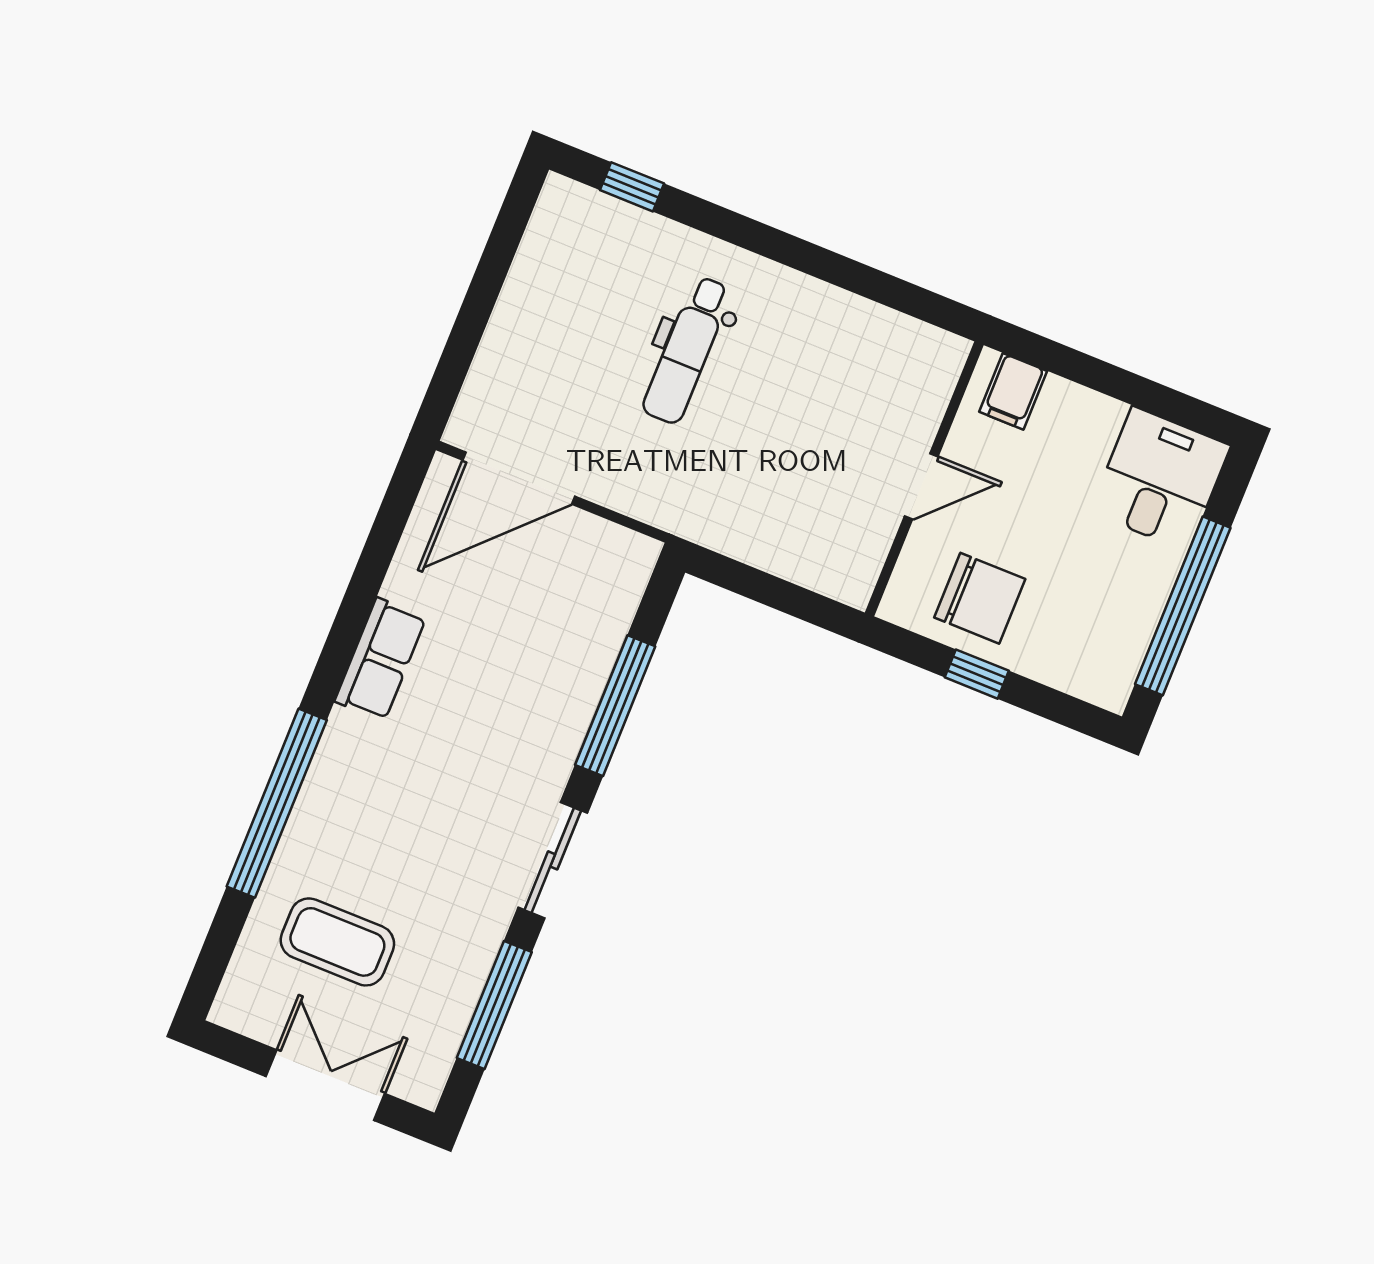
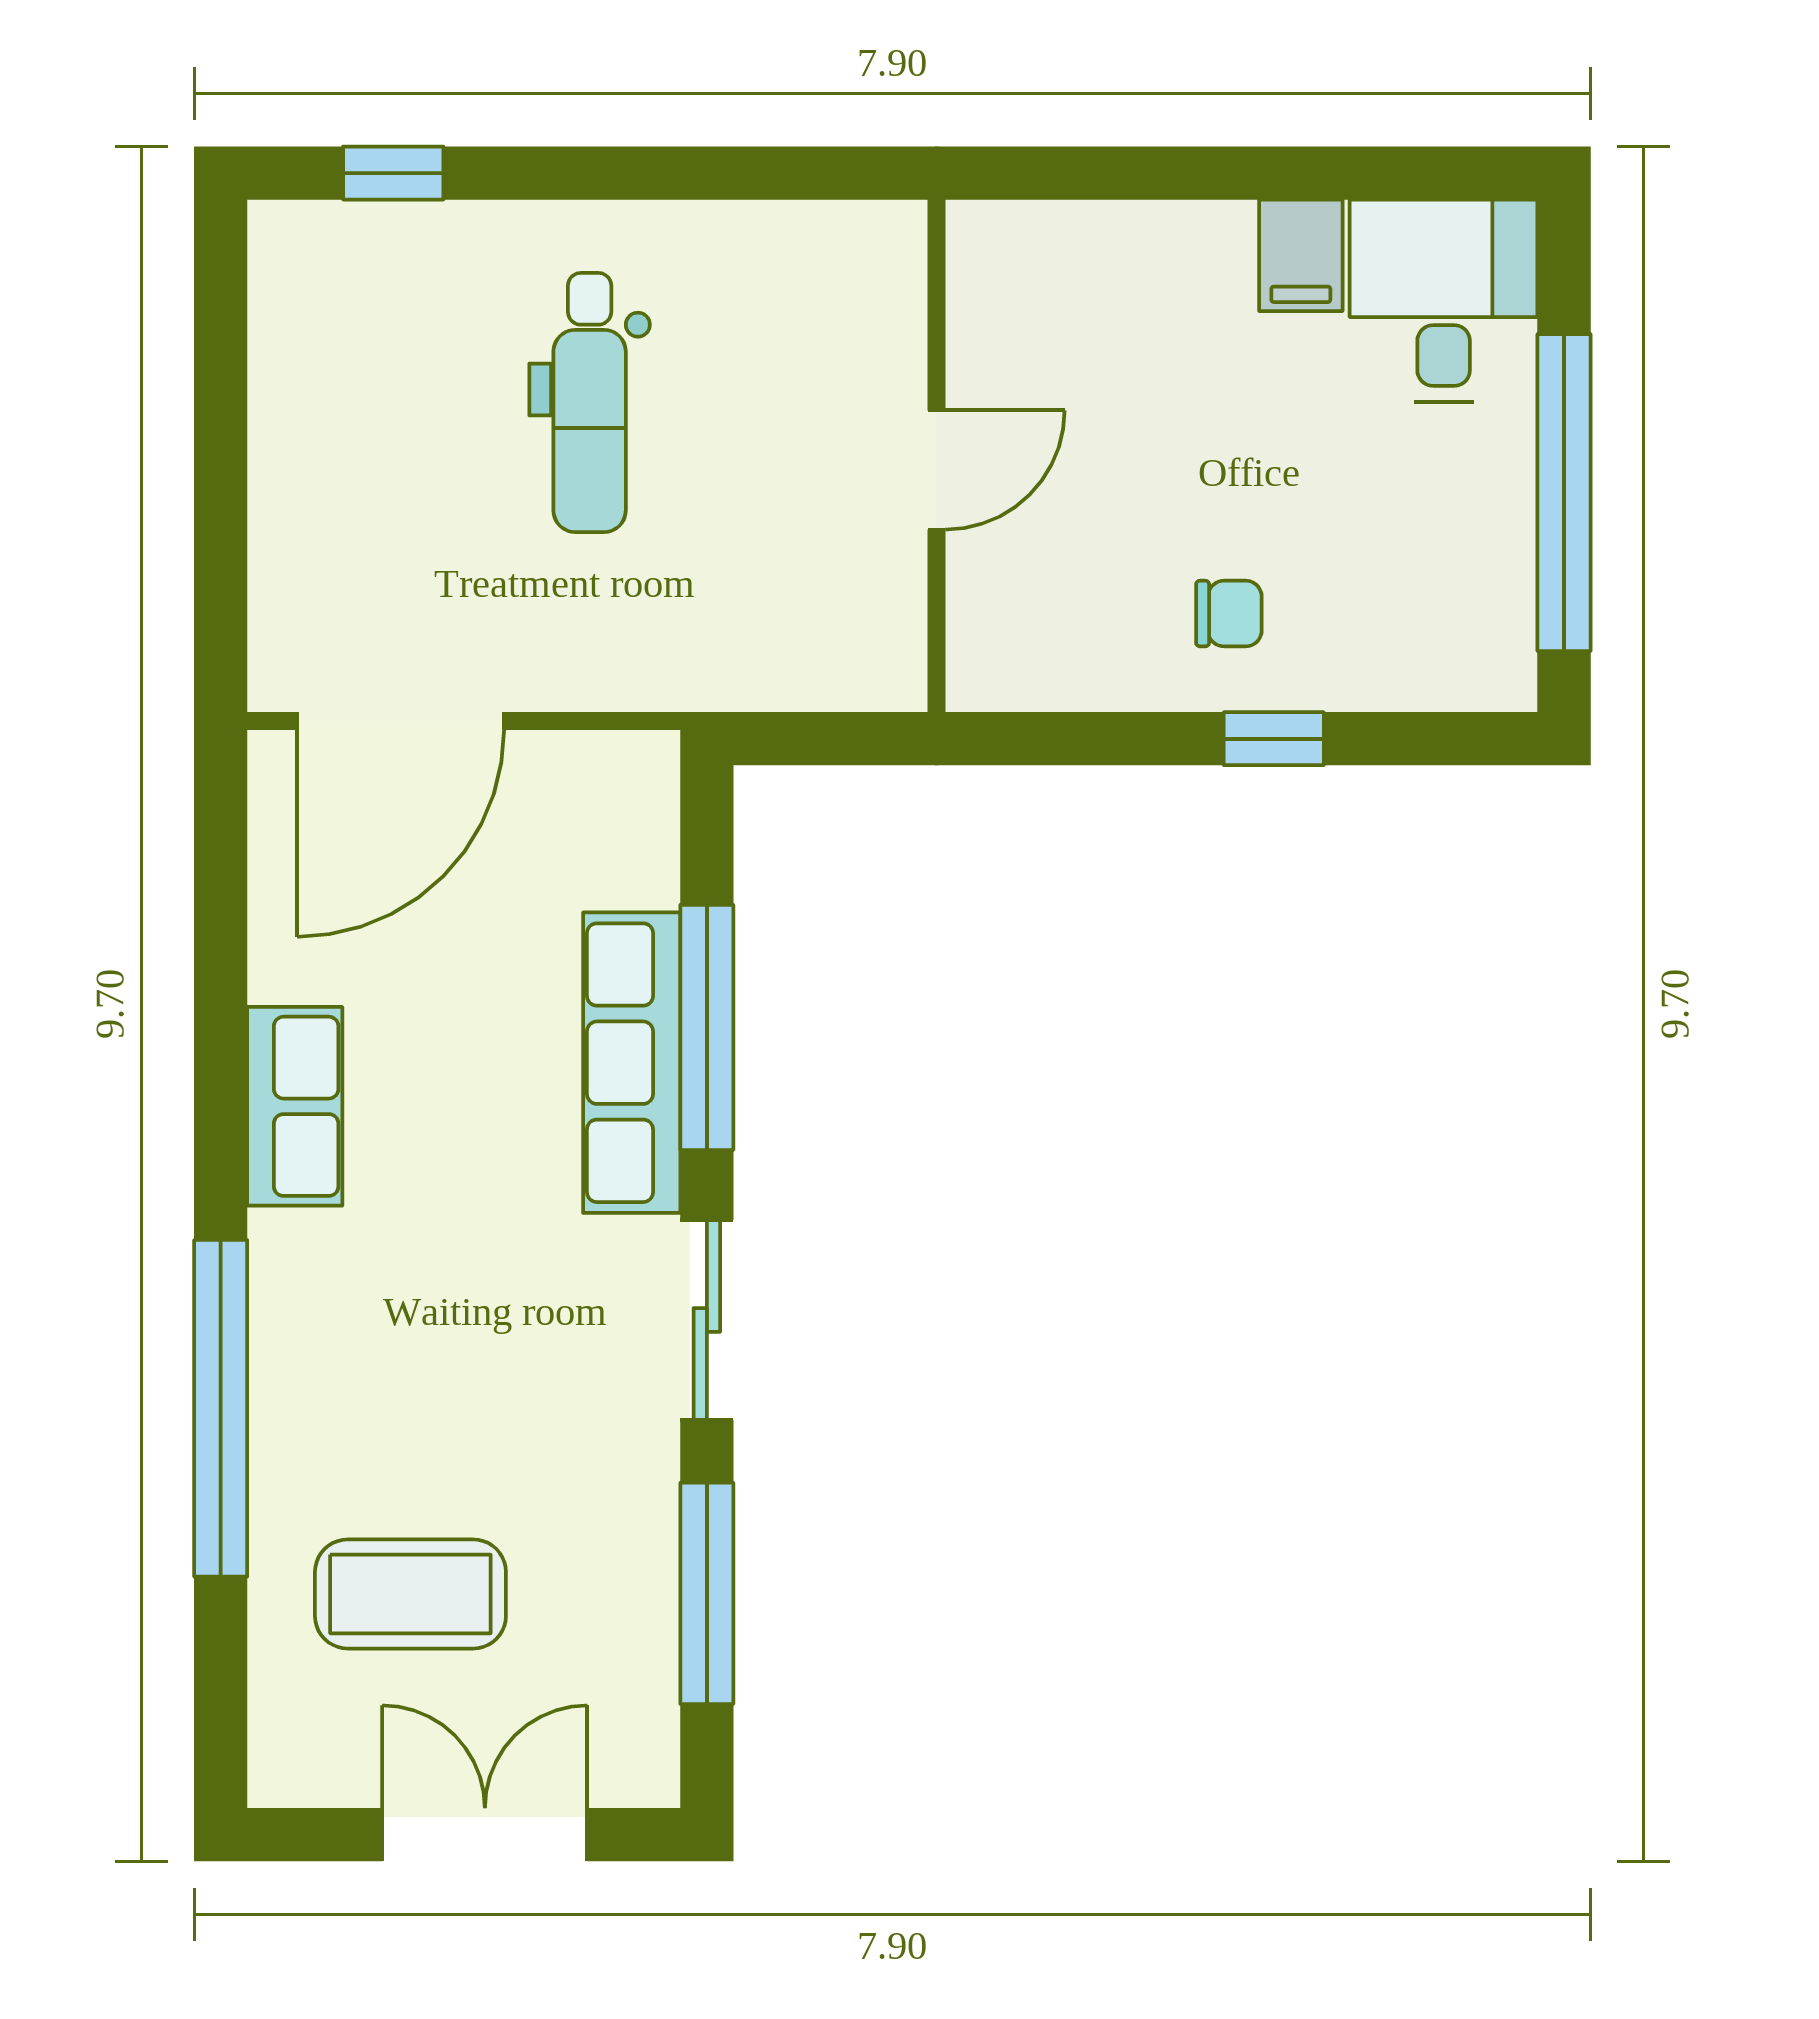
filing cabinet: (1013, 391) -> (1301, 255), moved
wall: (924, 479) -> (937, 456), moved
door: (921, 486) -> (937, 470), moved
chair: (980, 598) -> (1229, 614), width x0.54, depth x0.54
row of seats: (568, 708) -> (632, 1063), added

